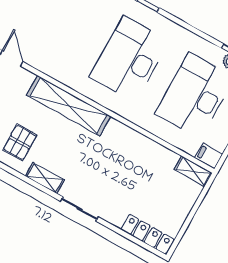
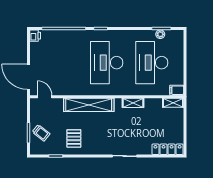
shelving: (45, 178) -> (133, 103), moved

